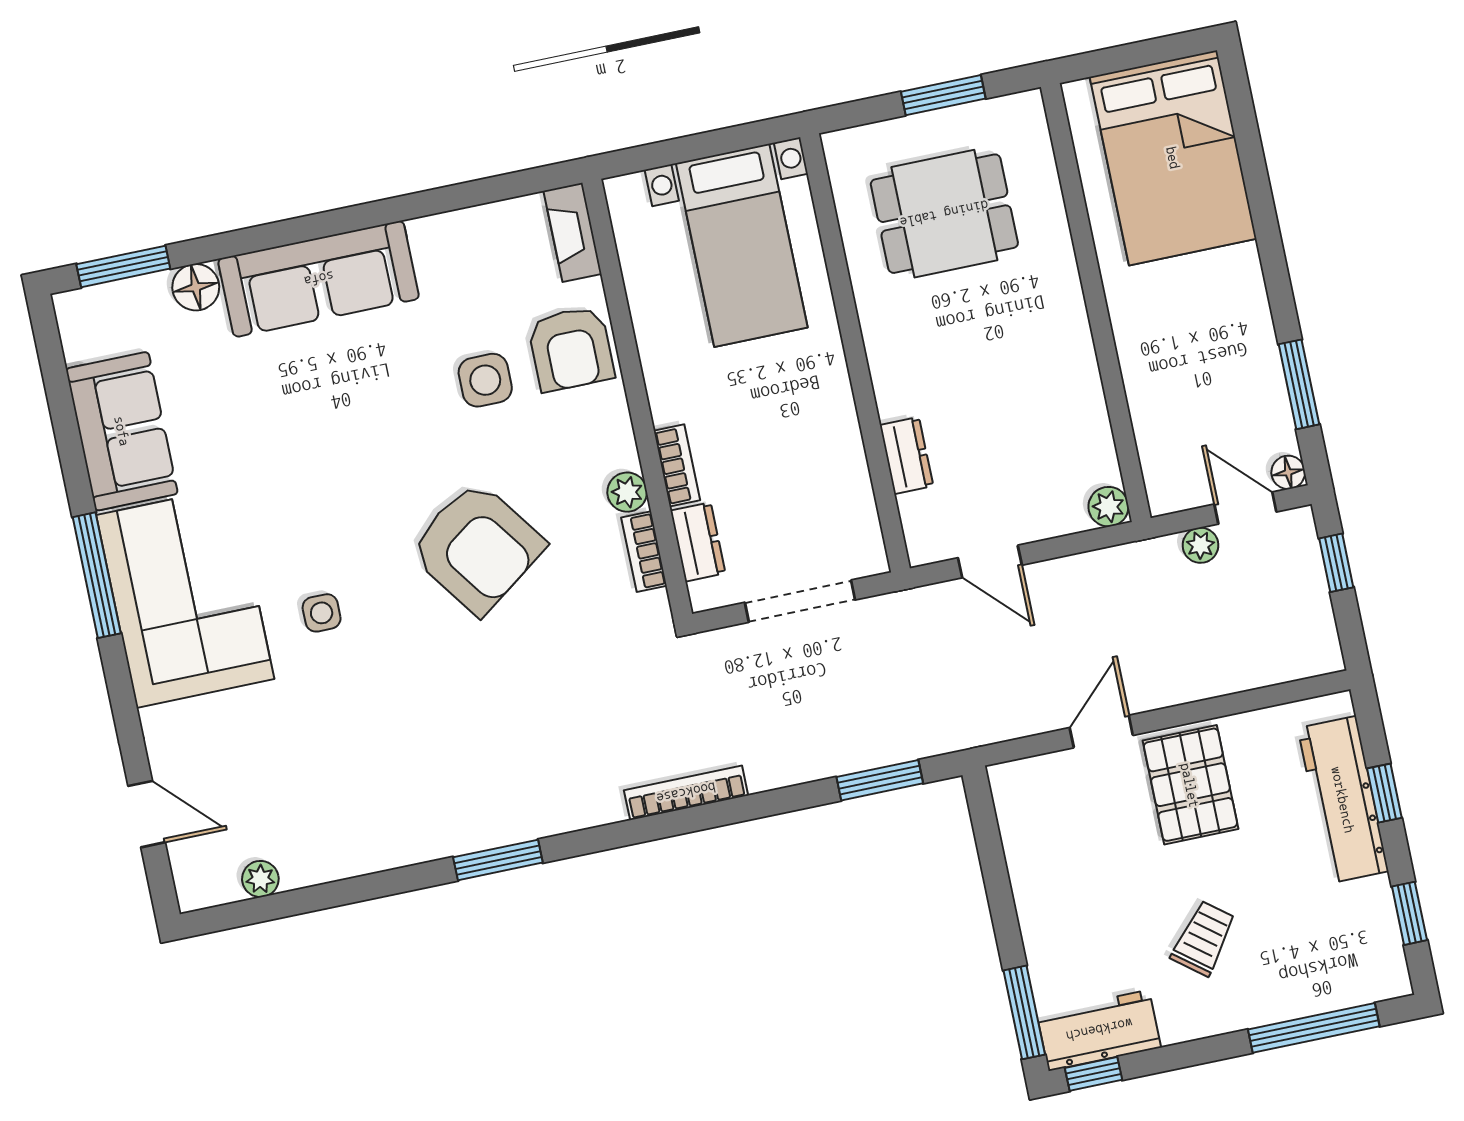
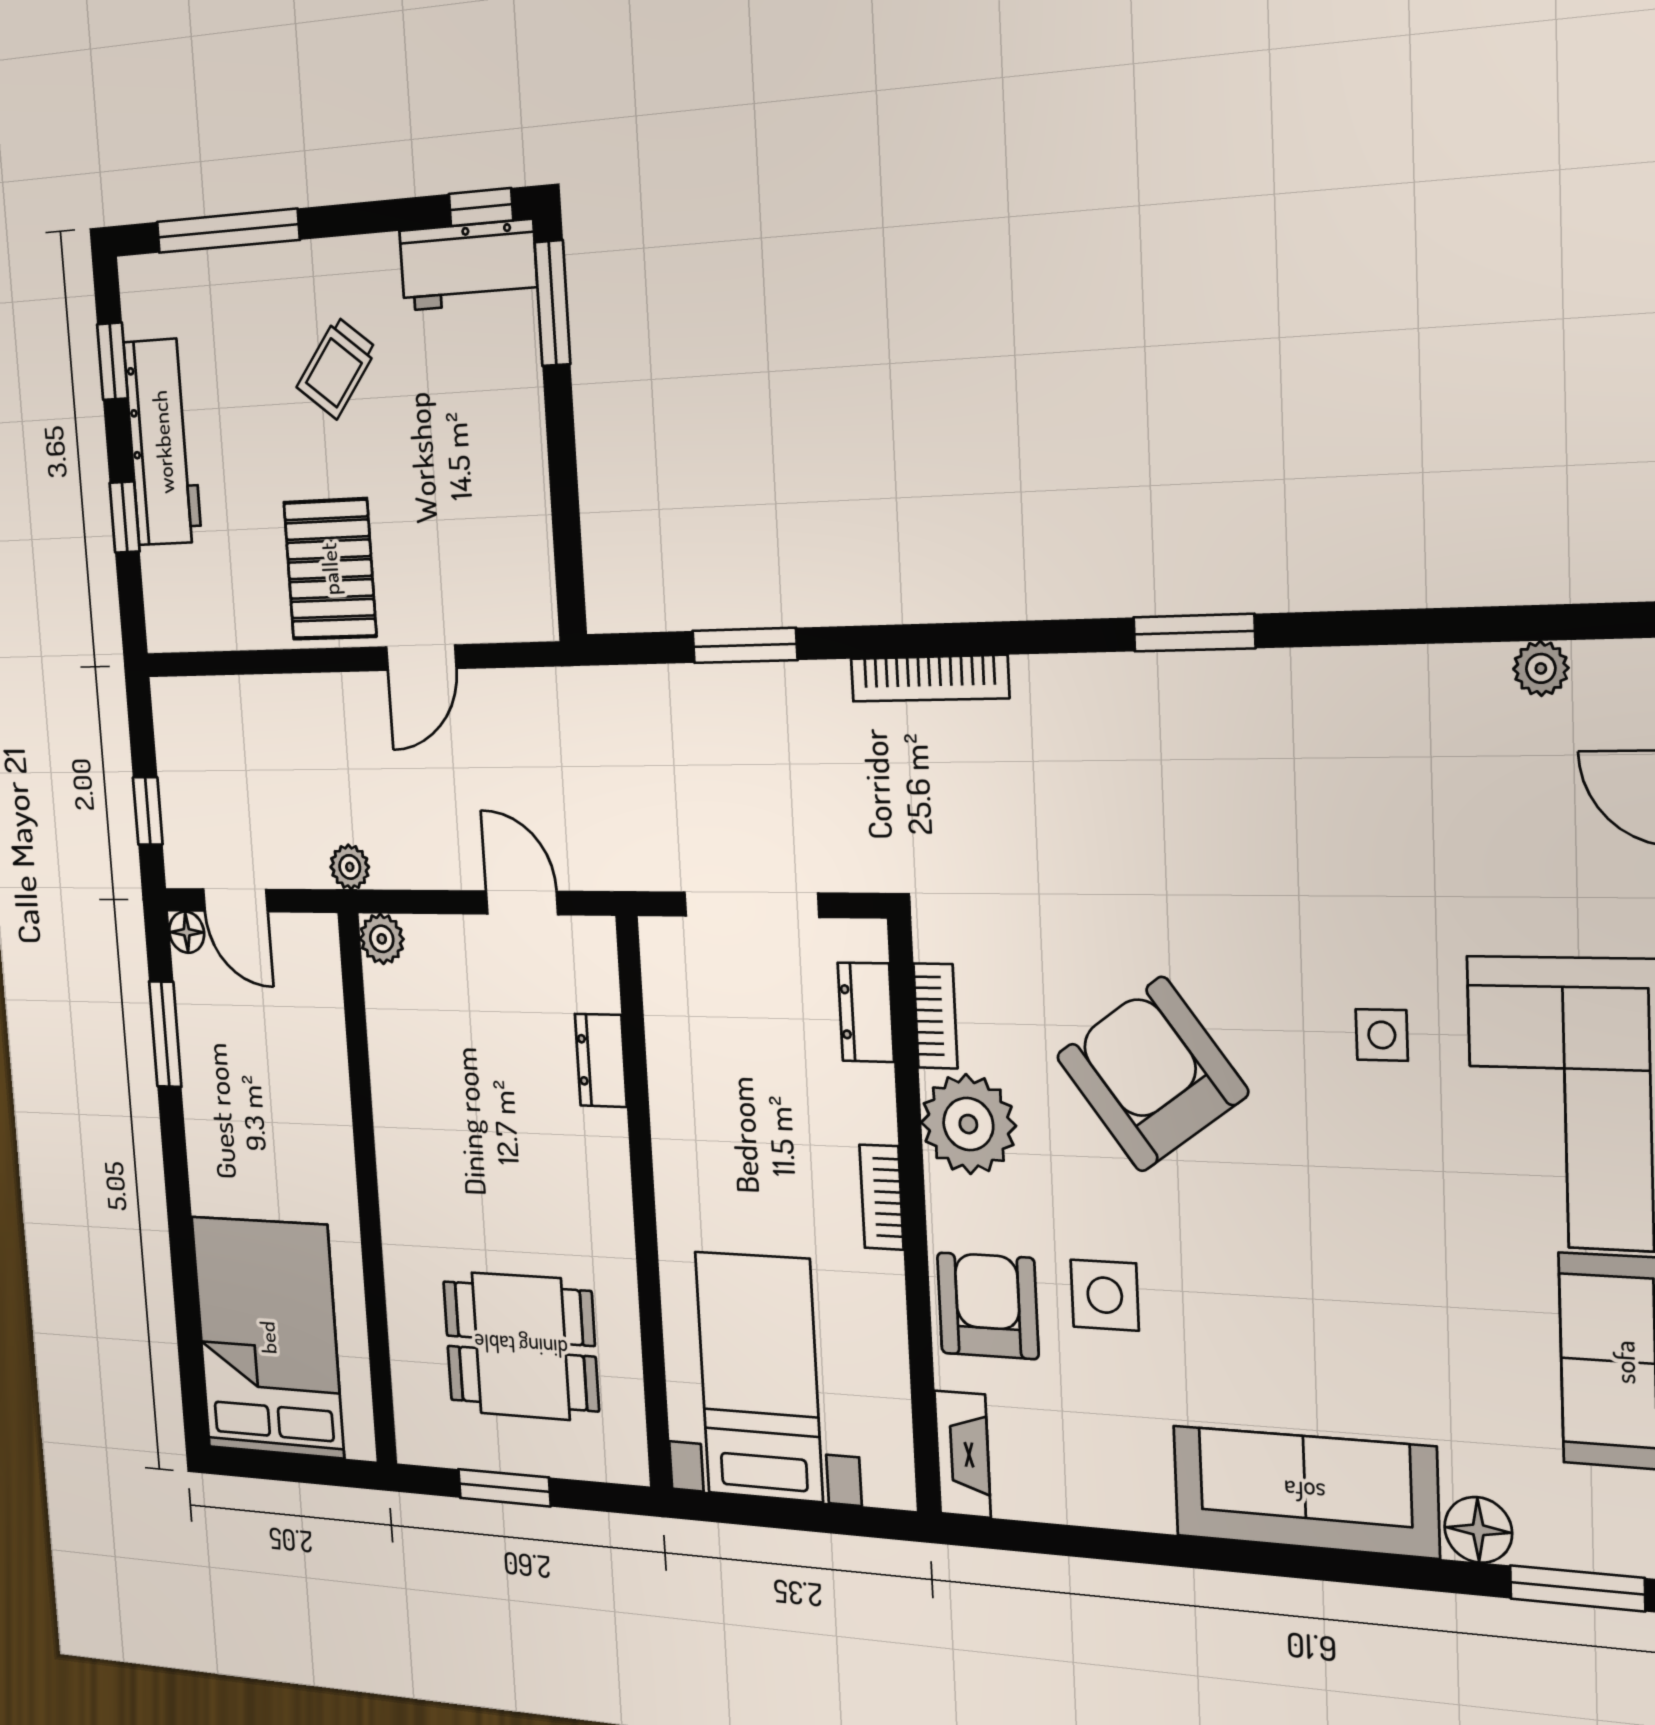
bookcase: (677, 465) -> (882, 1197), moved
plant: (627, 492) -> (968, 1124), width x1.88, depth x1.88
plant: (1200, 545) -> (350, 867), moved
window: (880, 780) -> (745, 645), moved
workbench: (1343, 800) -> (163, 442), moved

